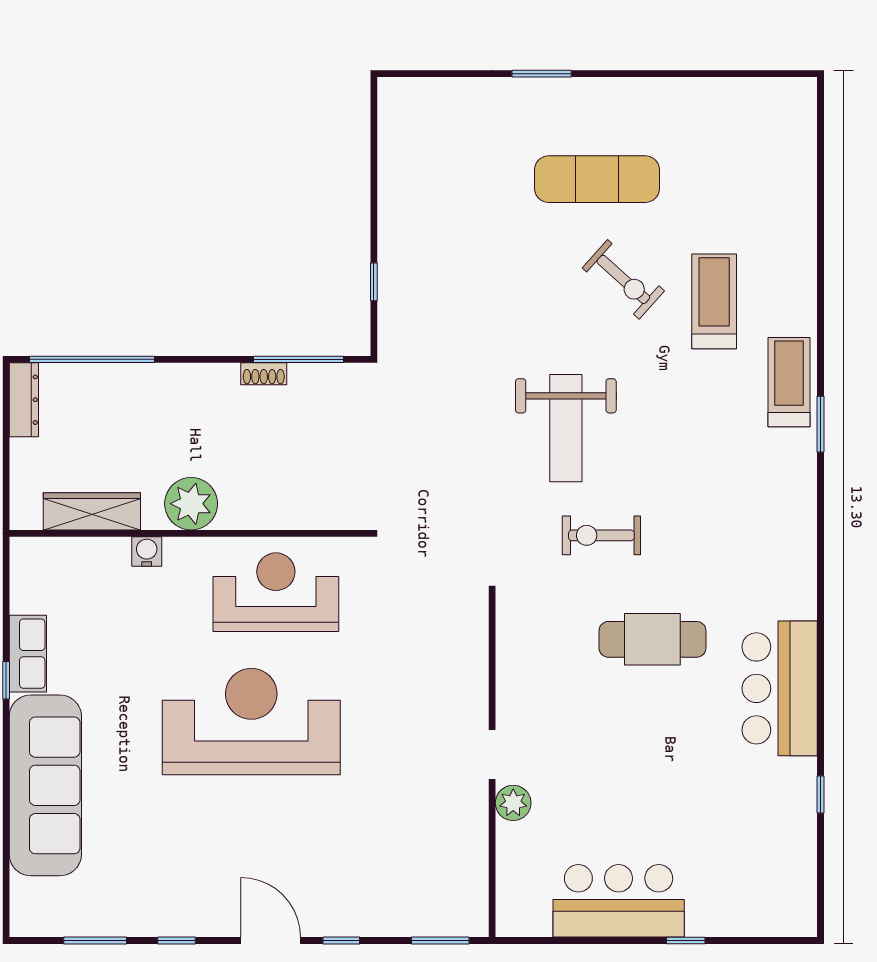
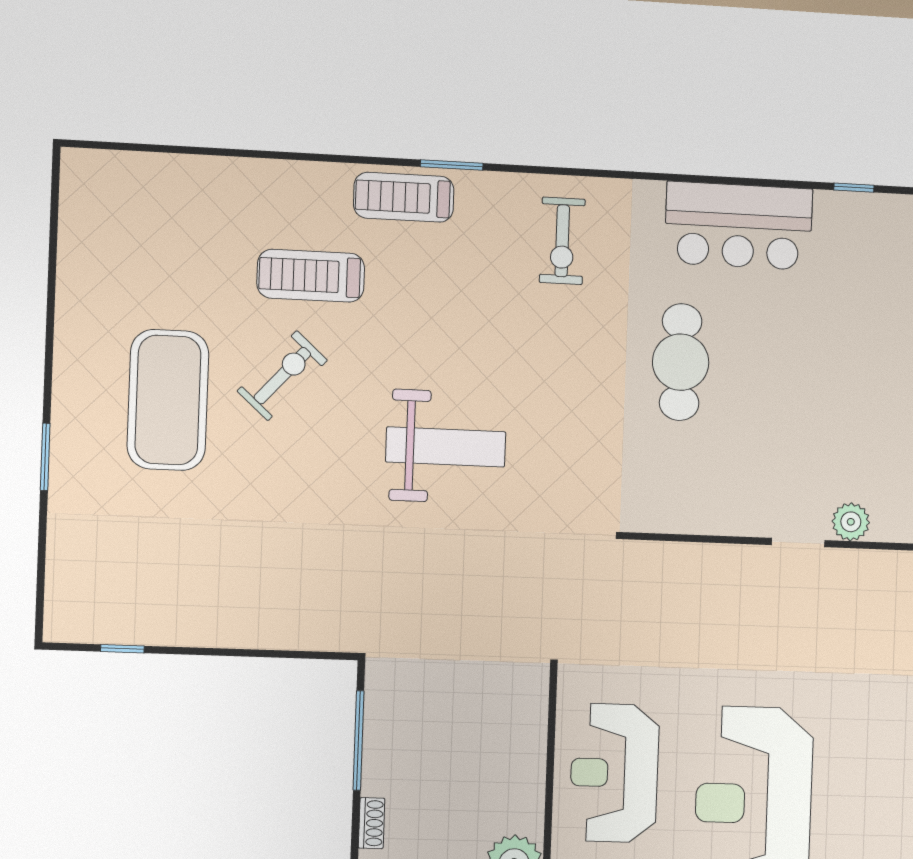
exercise mat: (597, 179) -> (168, 400), width x1.47
window: (374, 282) -> (122, 649), moved
shoe rack: (264, 374) -> (372, 823), moved
exercise bike: (601, 535) -> (562, 241), moved

